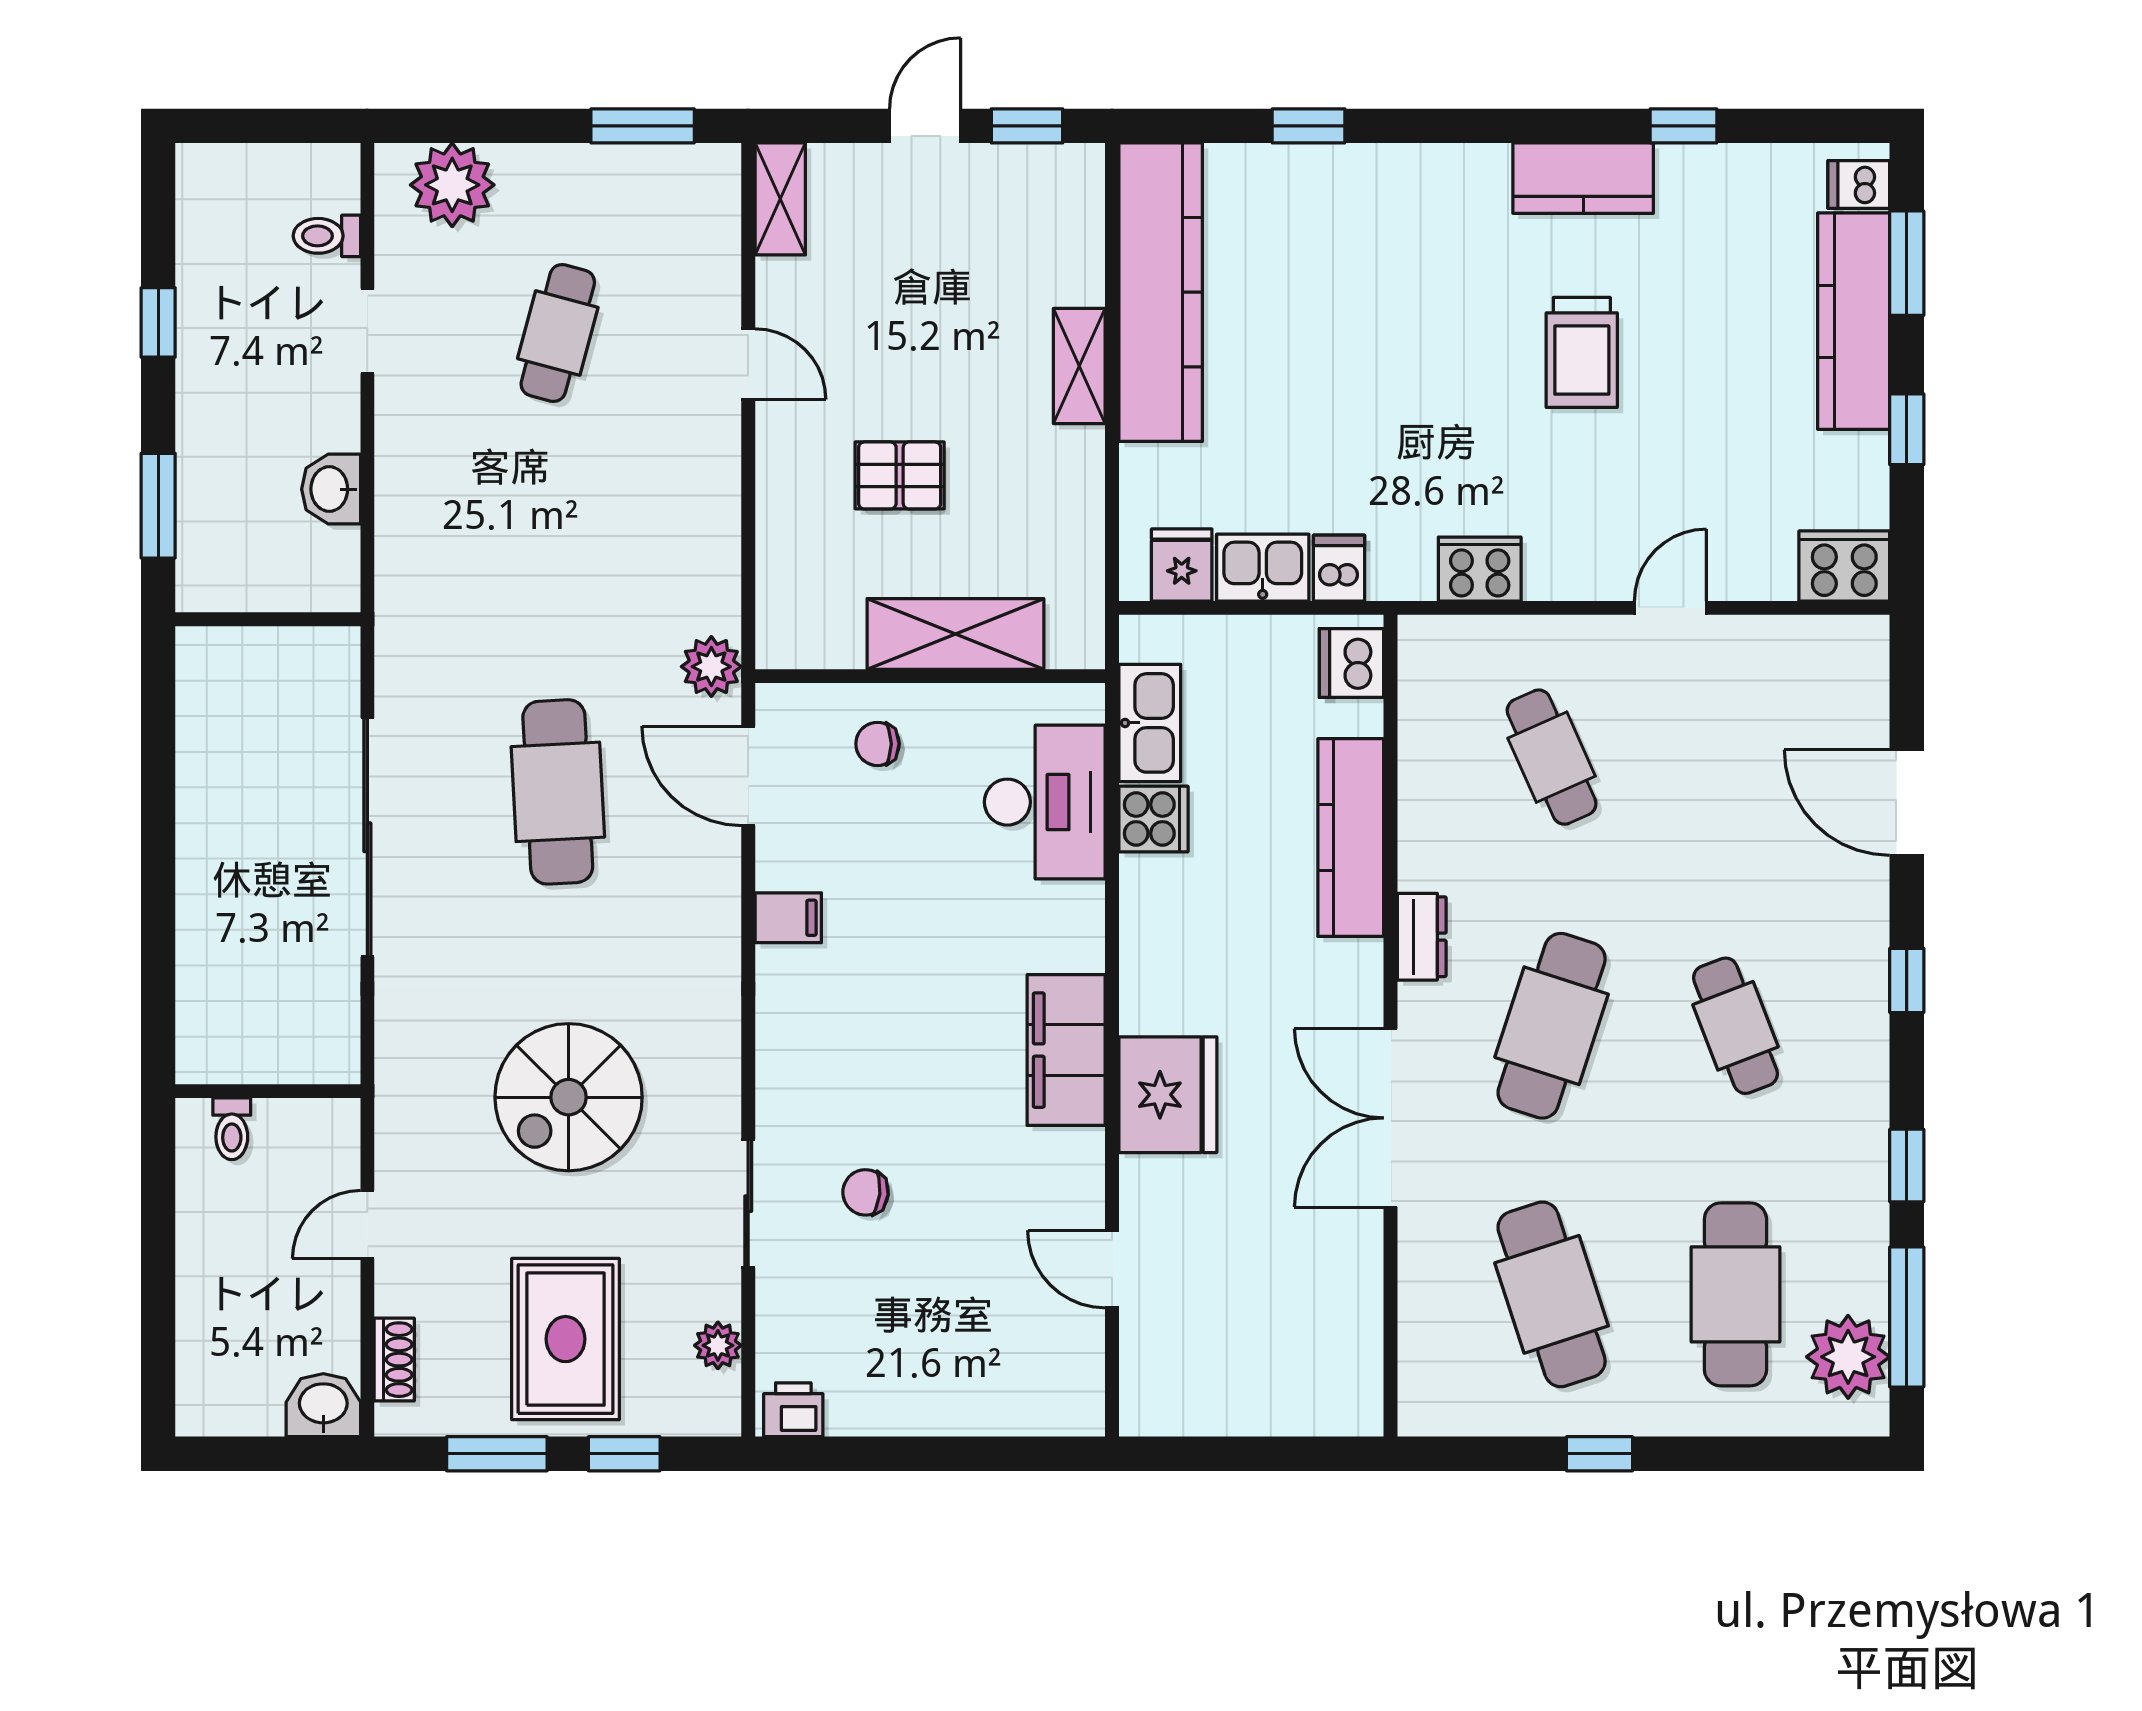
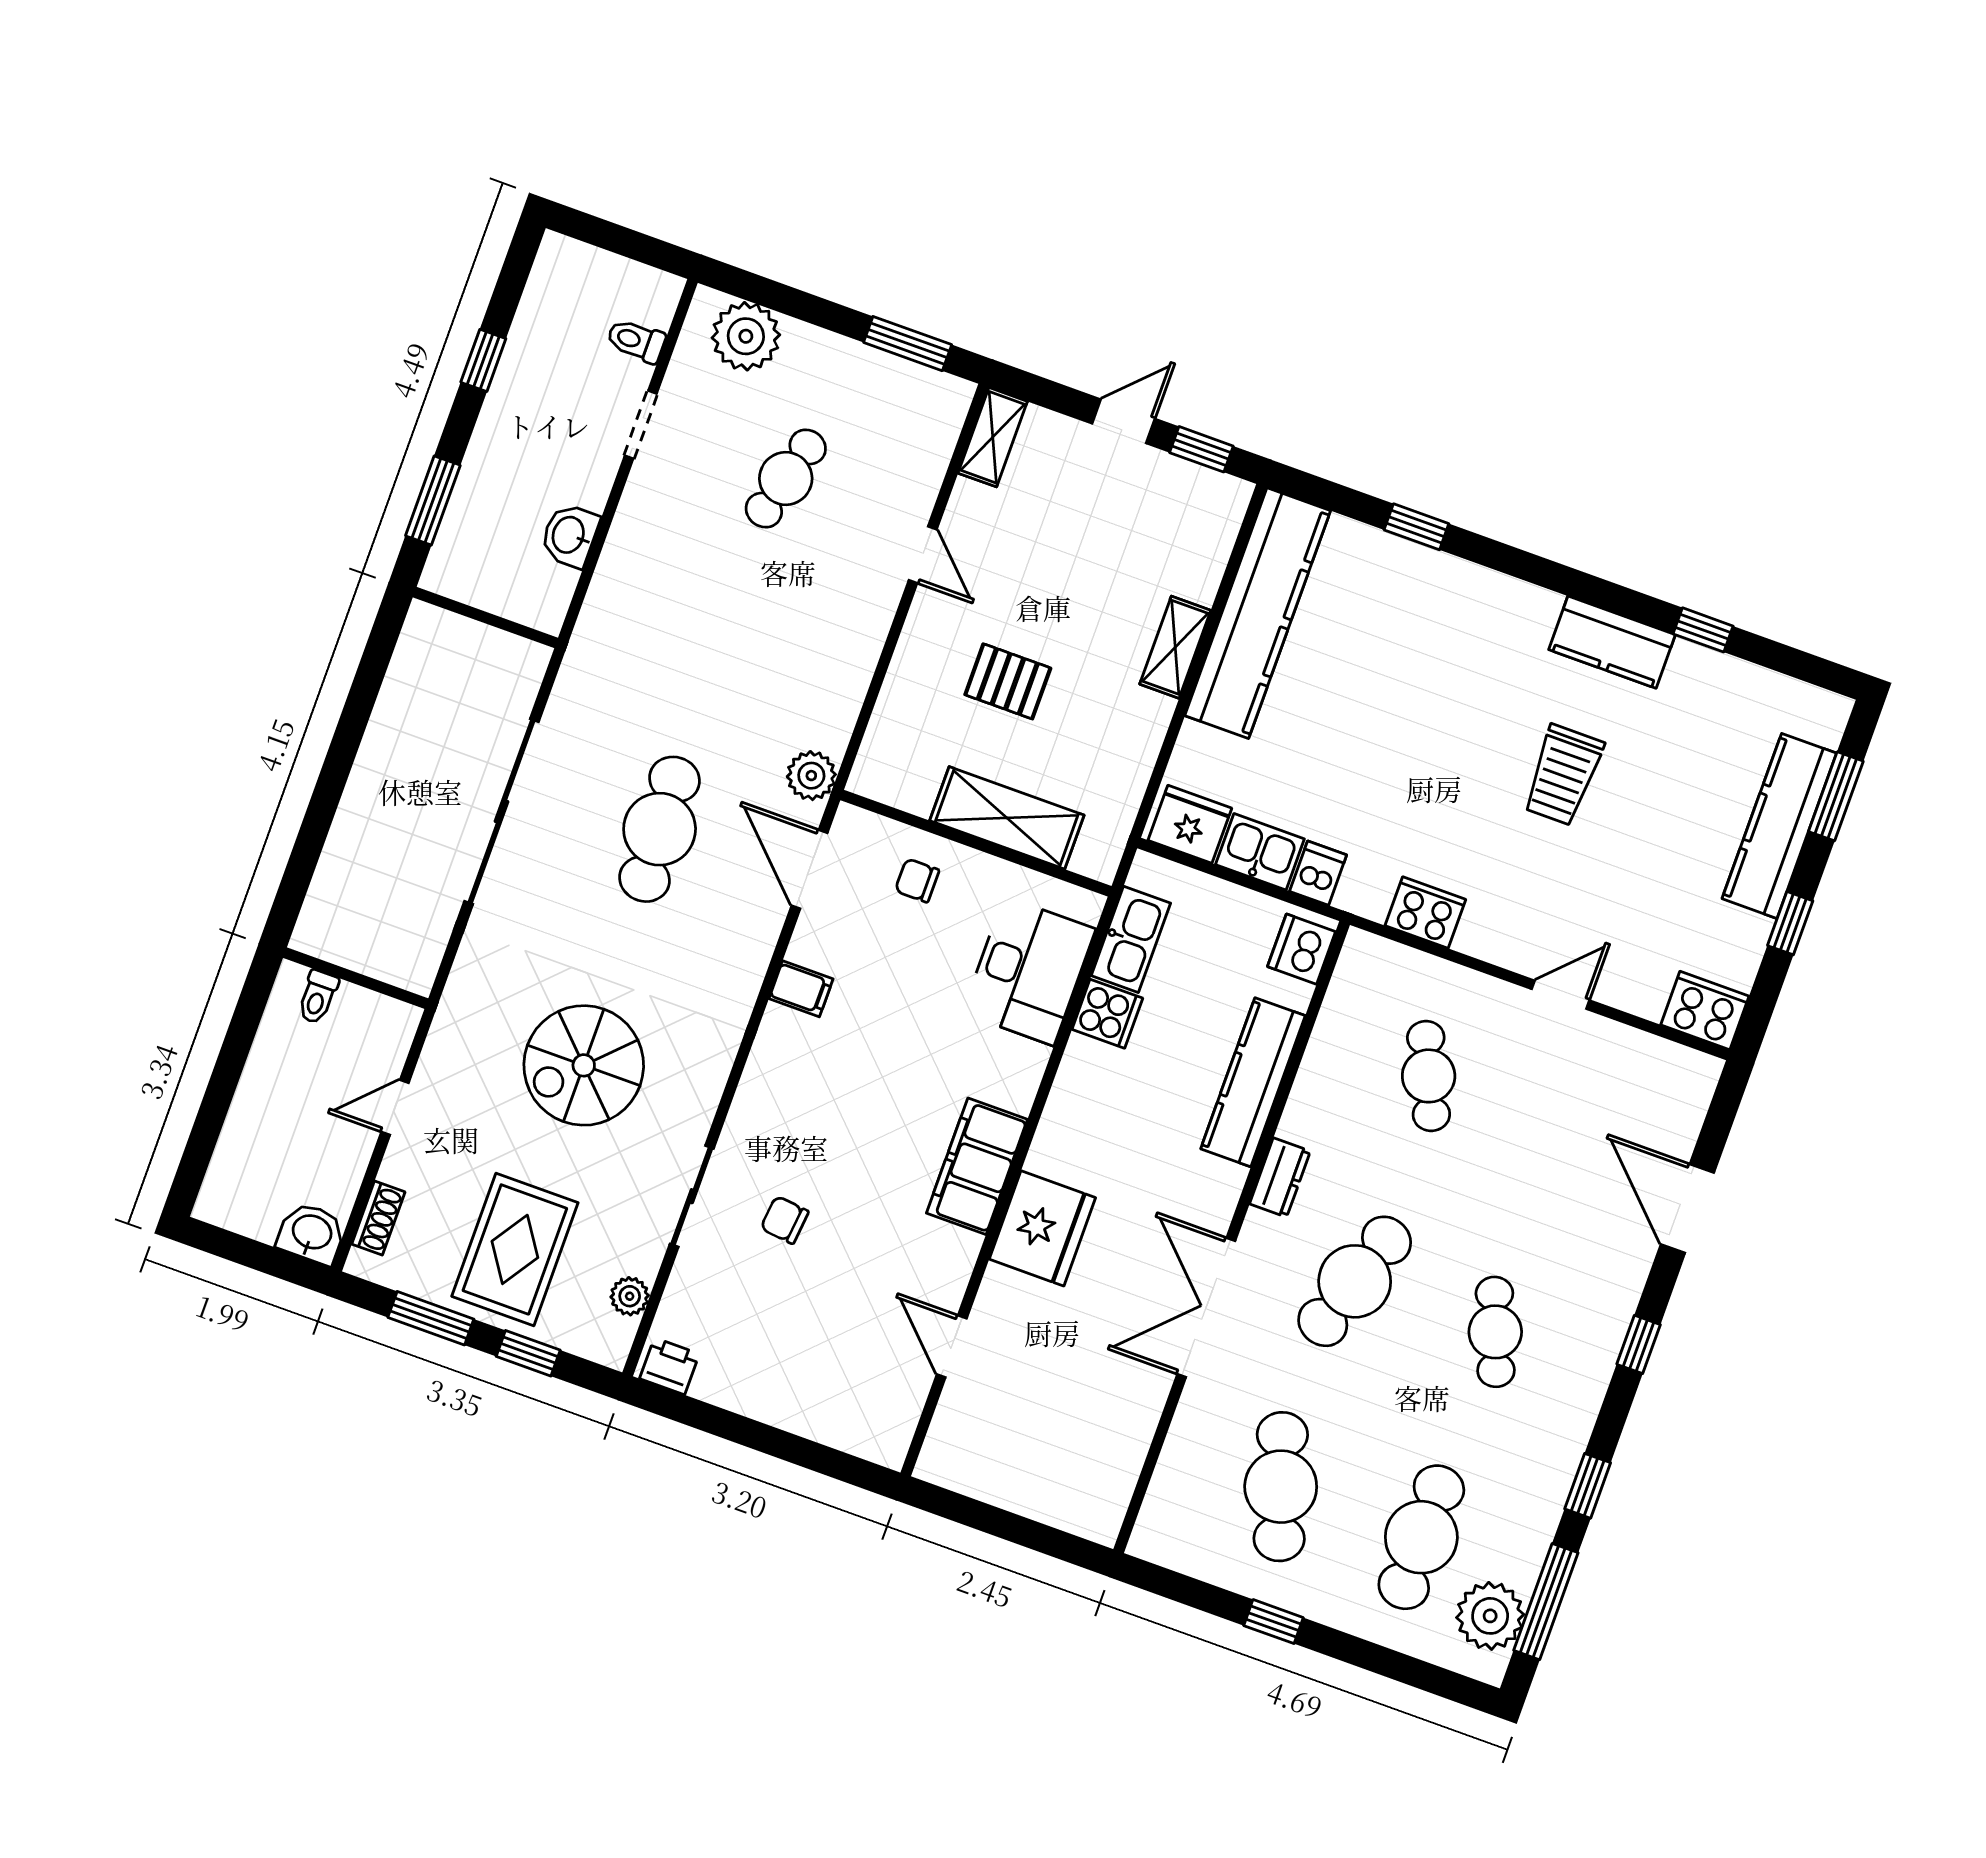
dishwasher: (1859, 184) -> (1821, 723), removed
fridge: (1182, 565) -> (1190, 824), width x1.38

